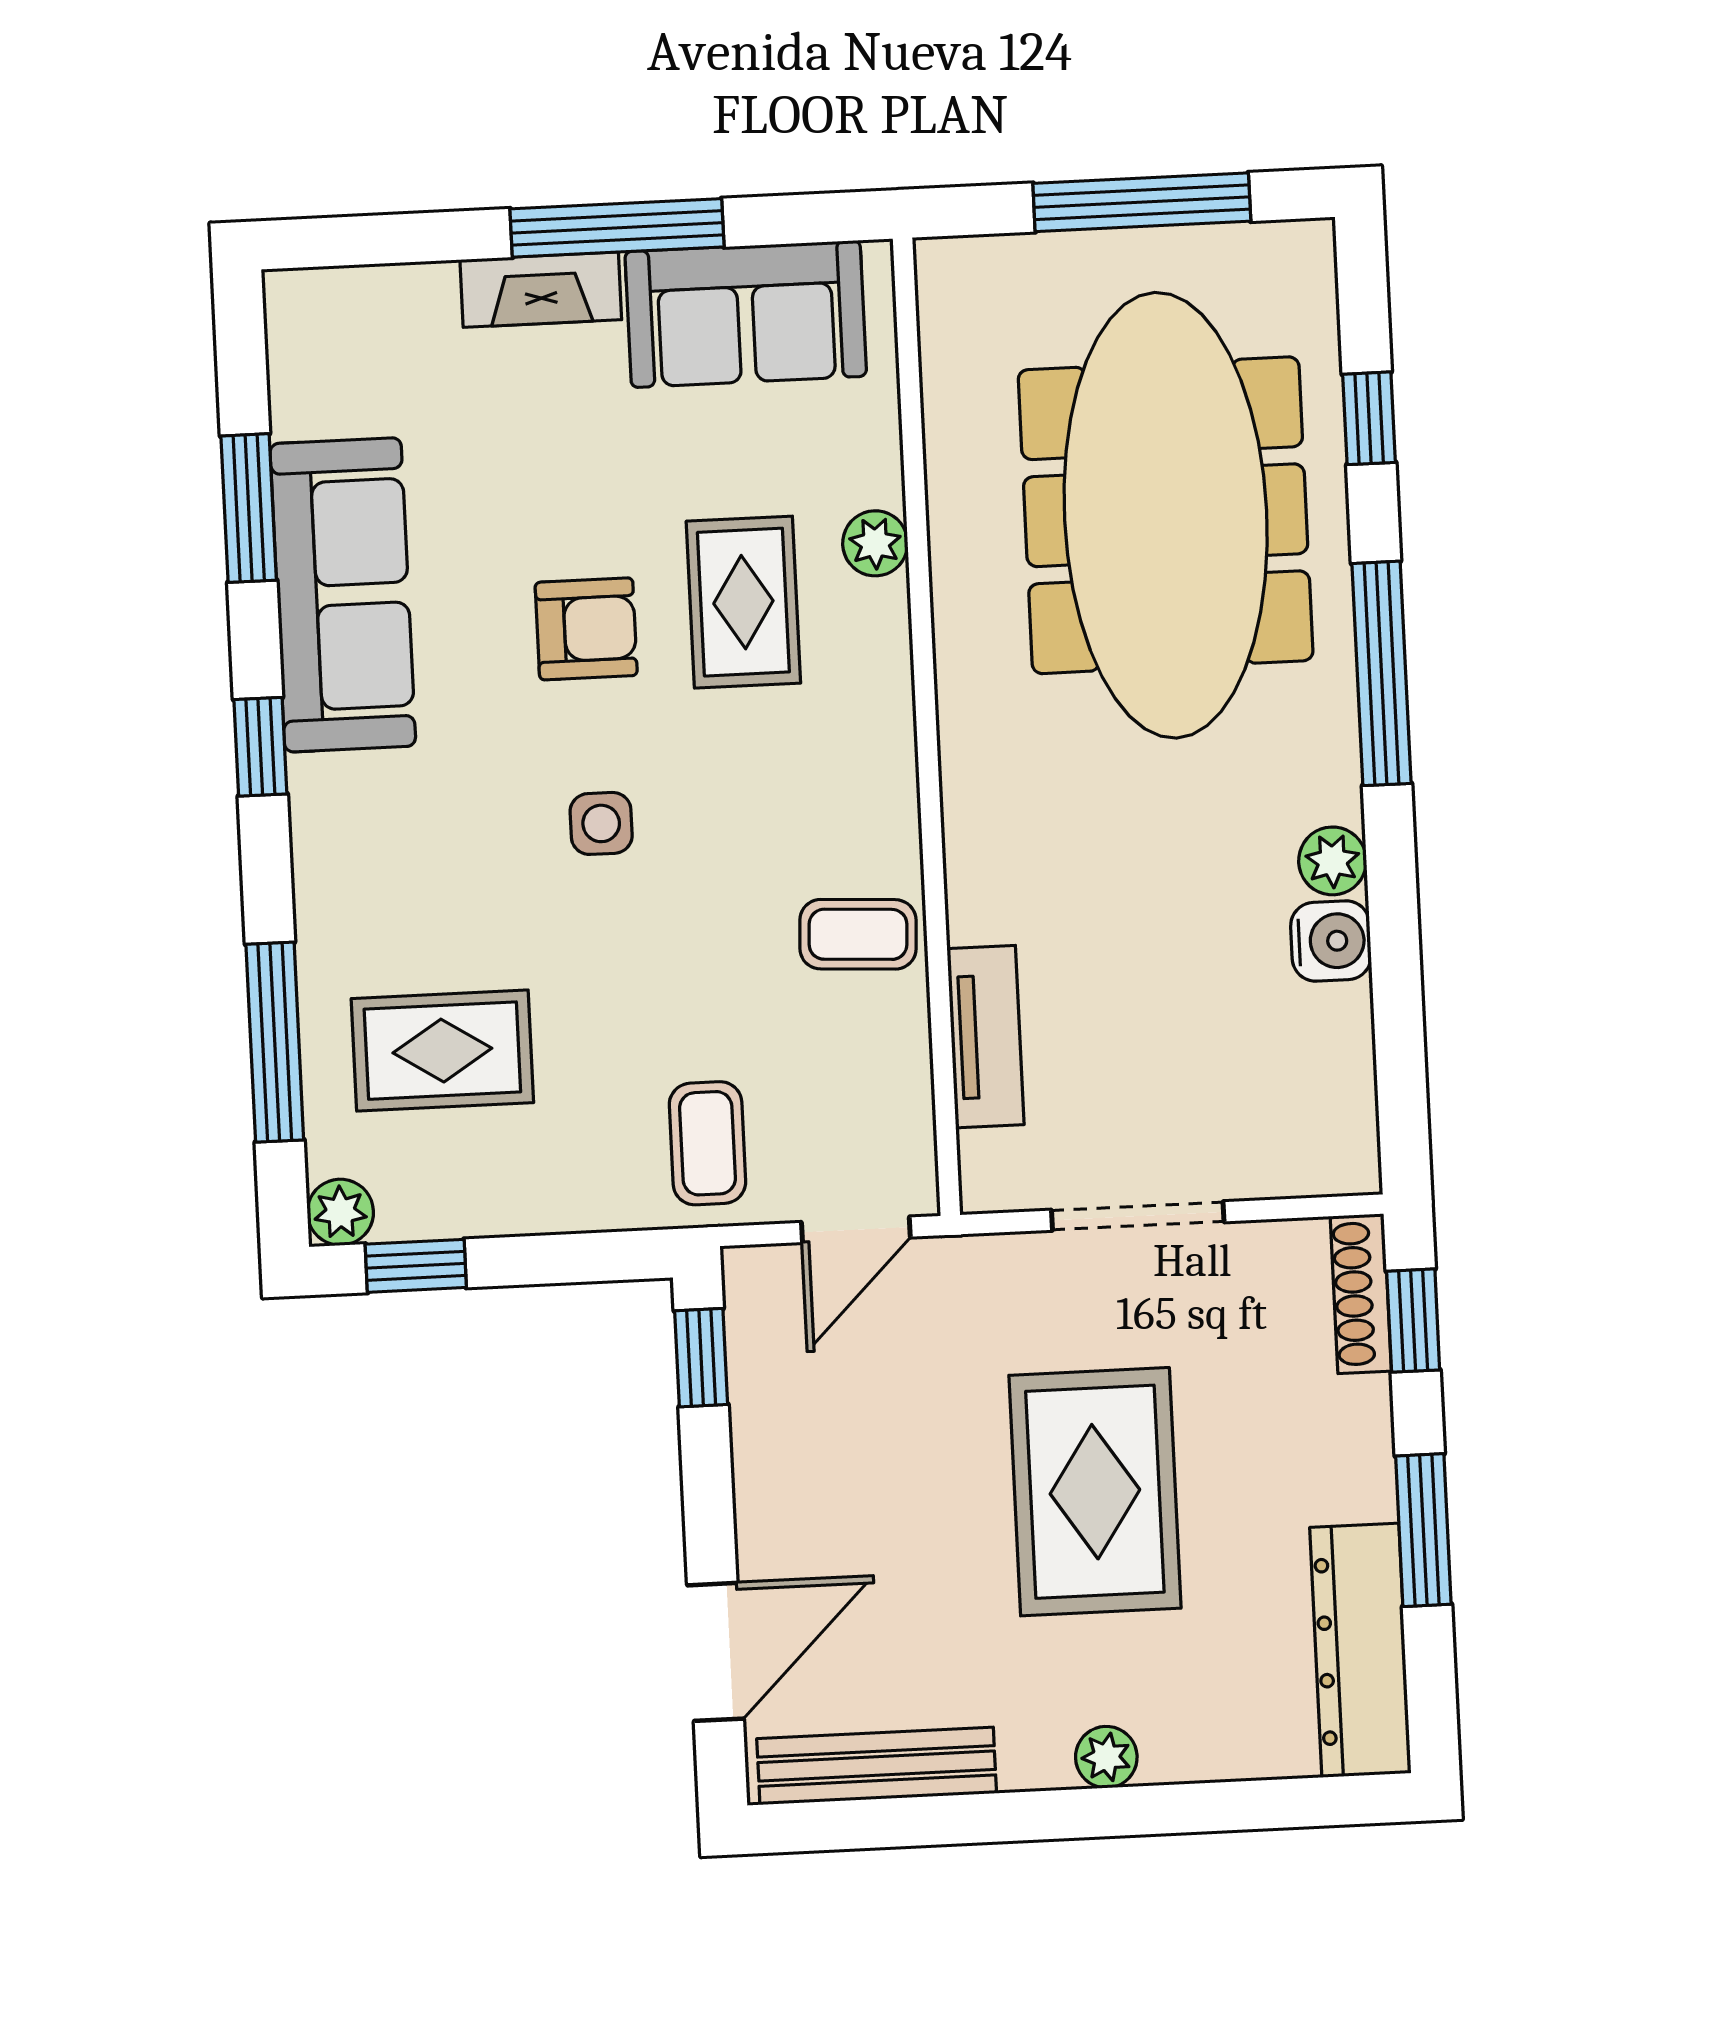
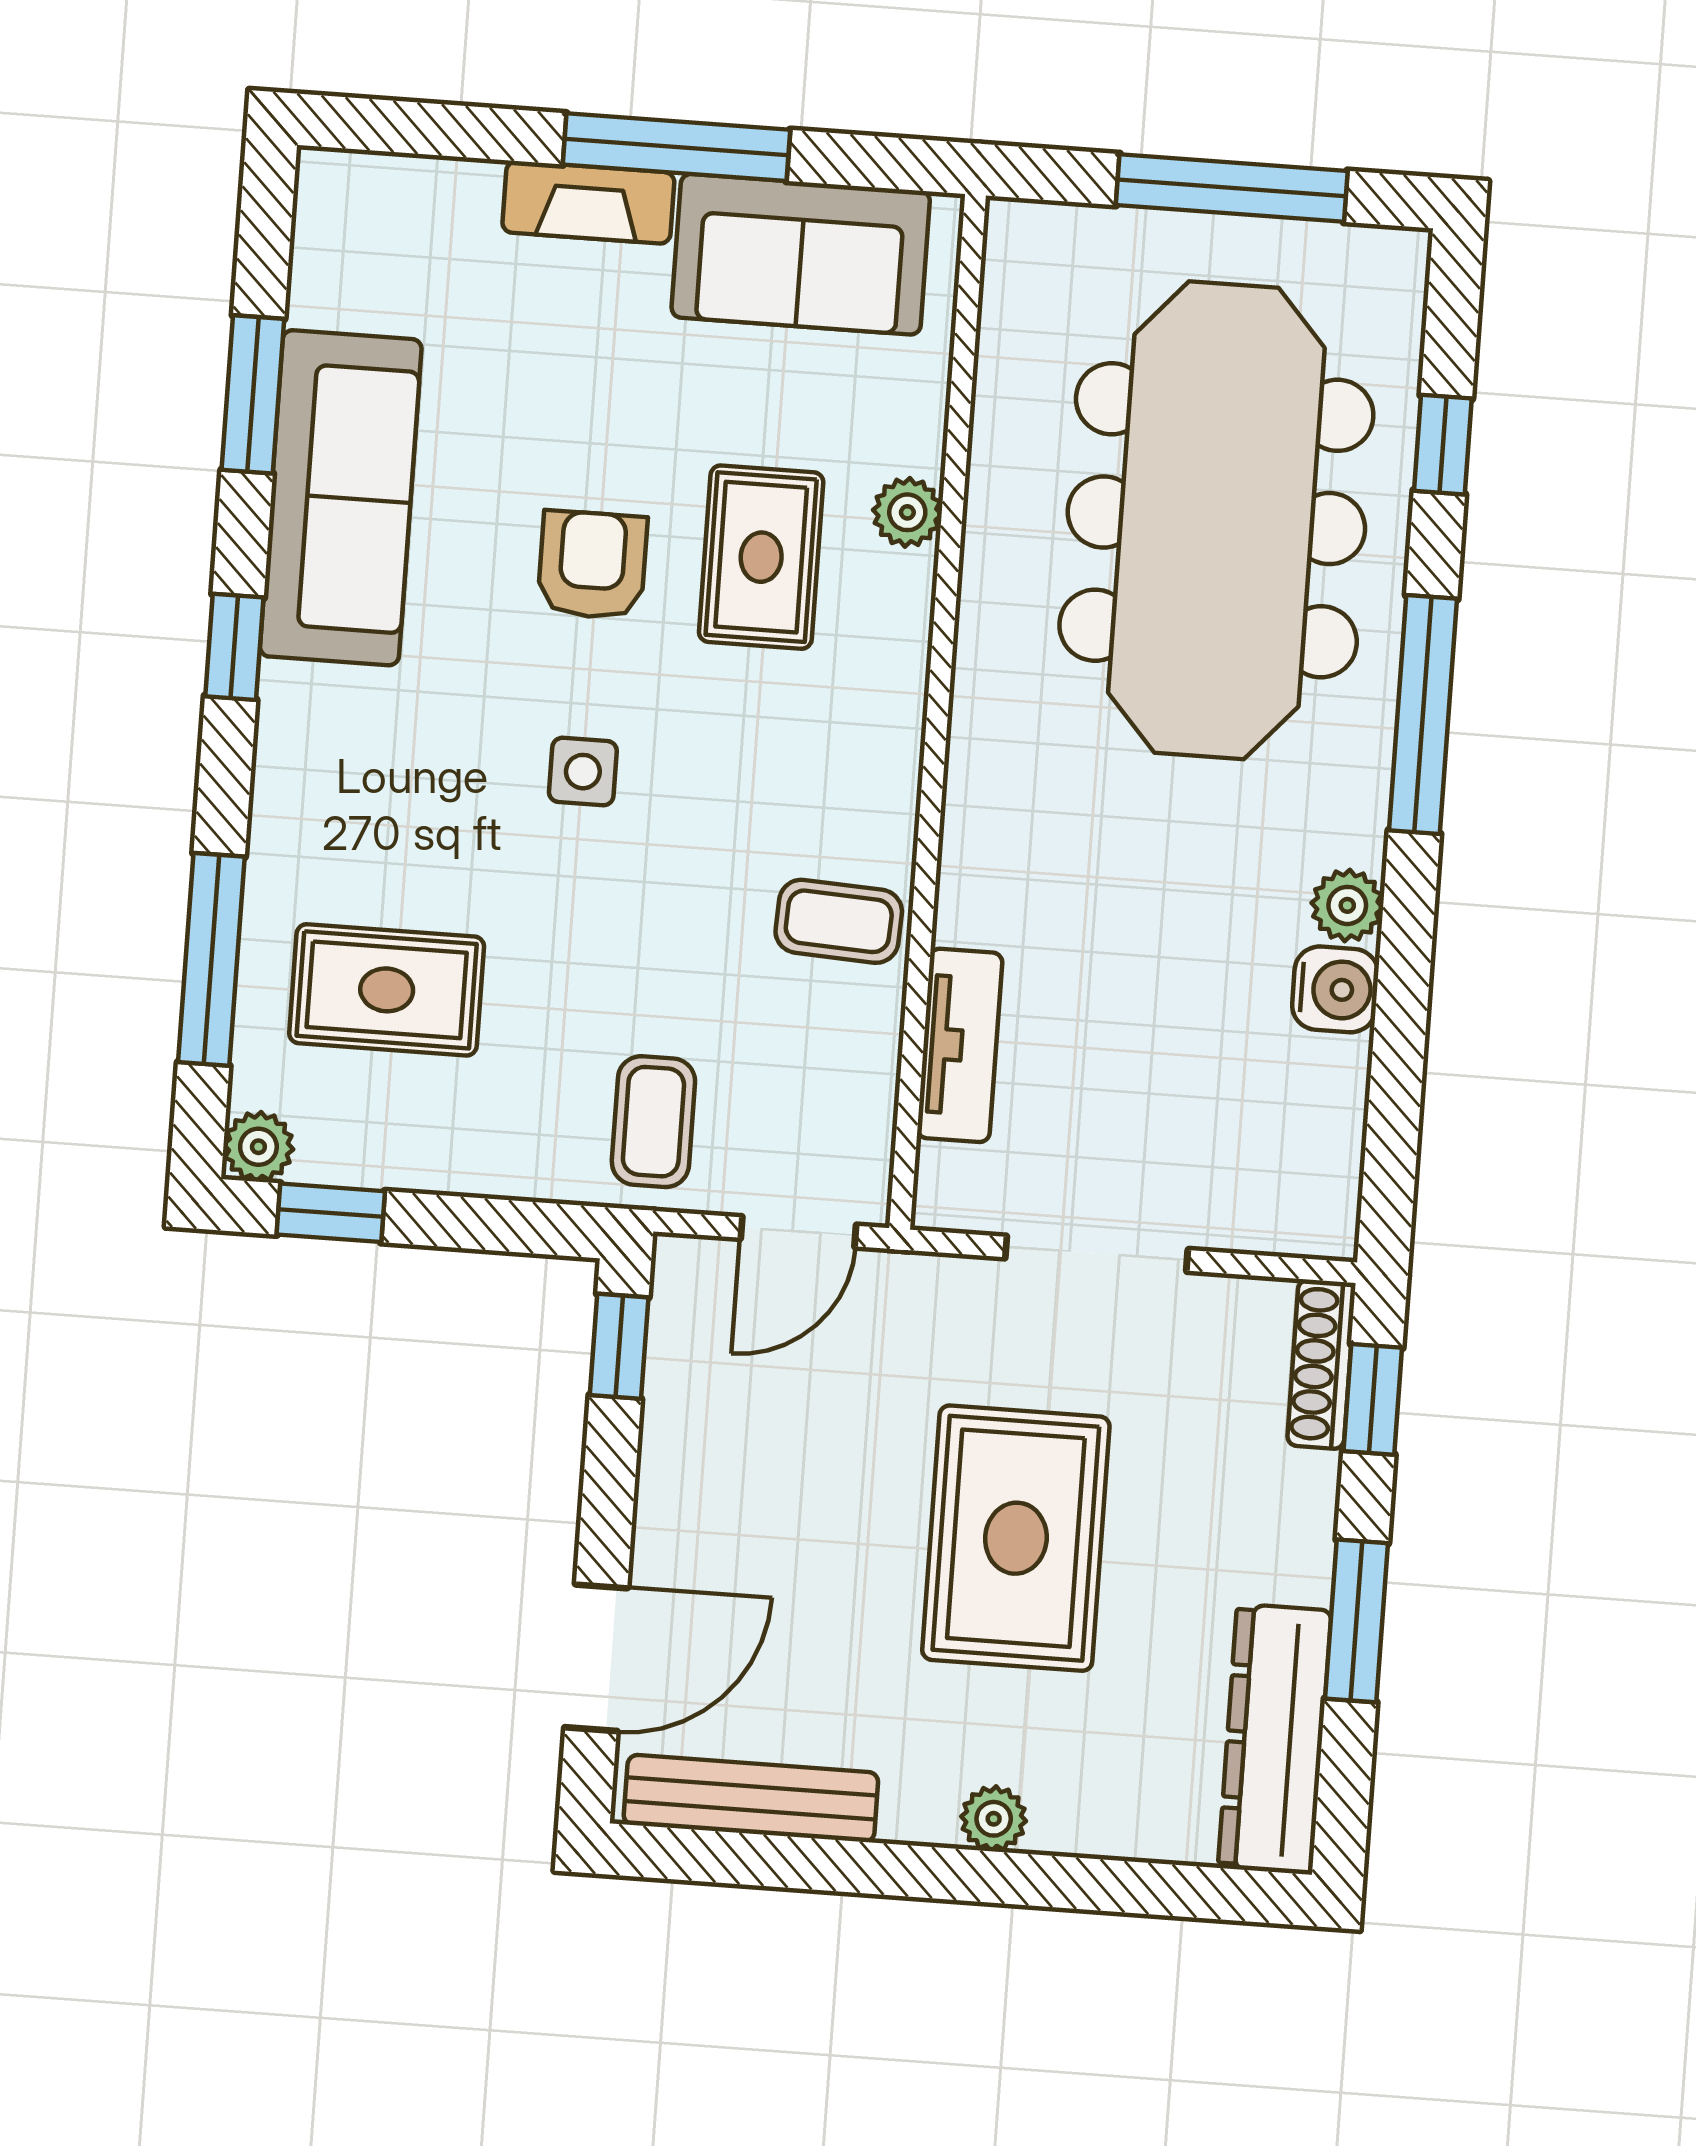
armchair: (586, 629) -> (592, 565), turned -90

